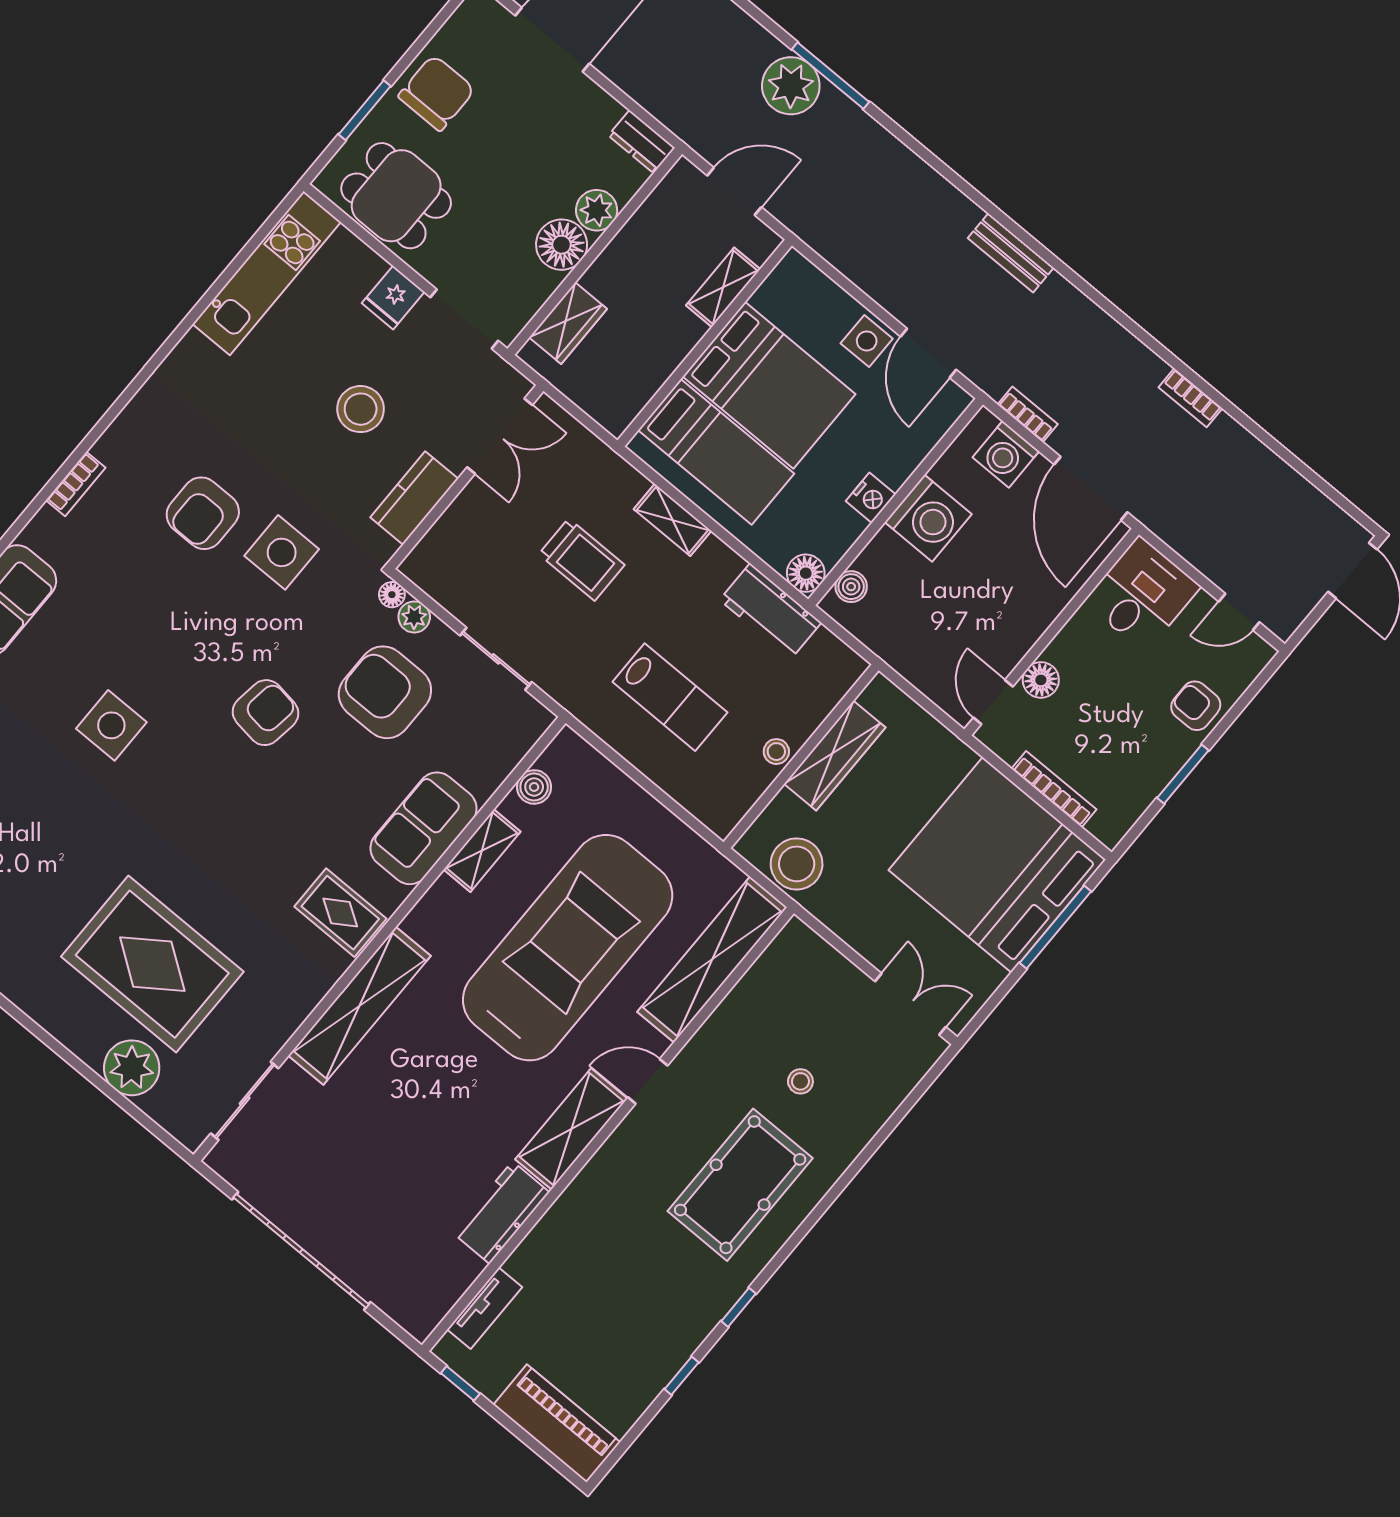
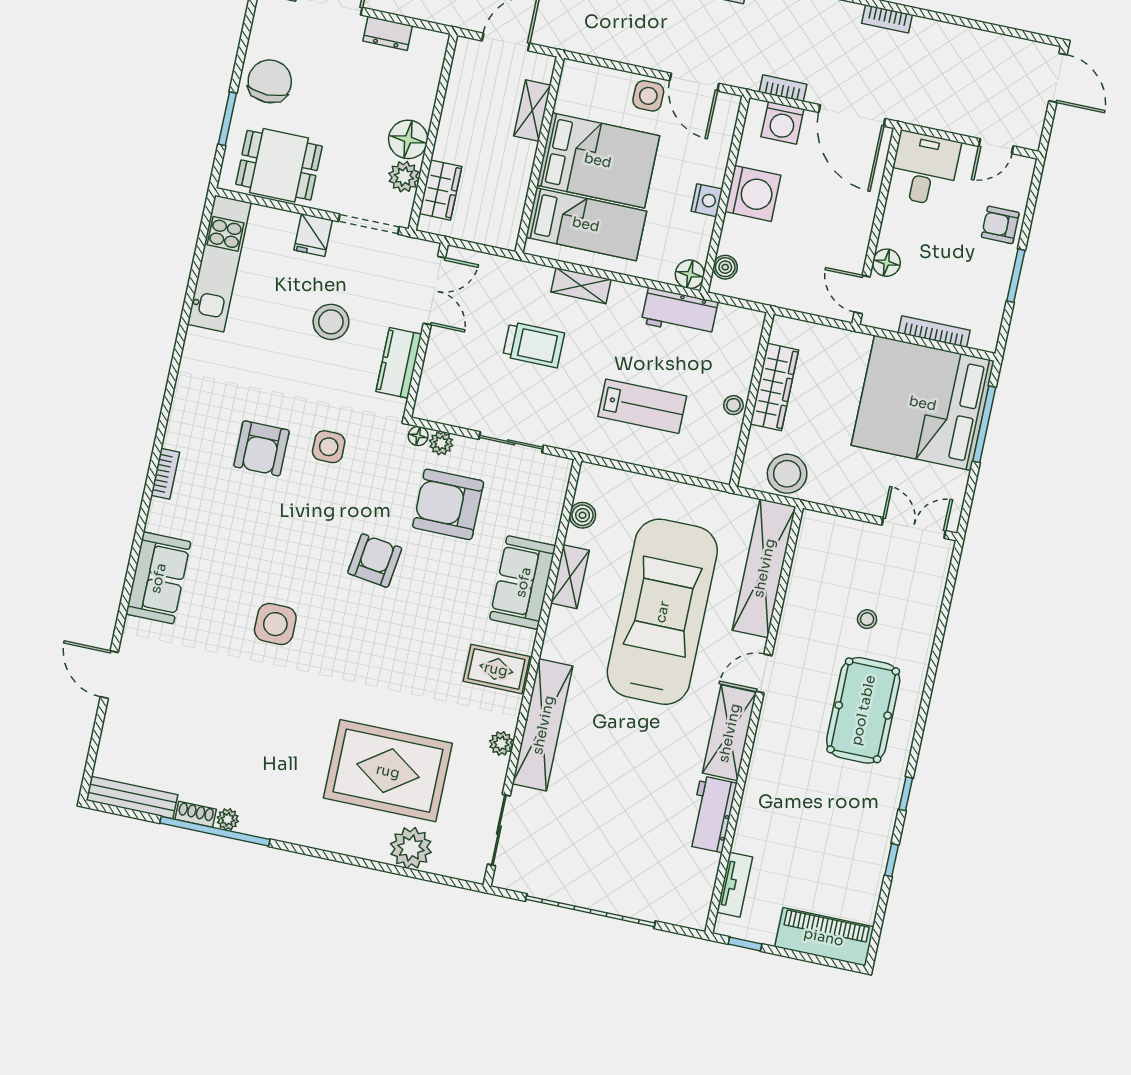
dresser: (642, 142) -> (388, 33), moved
plant: (597, 210) -> (404, 177), moved
side table: (282, 552) -> (329, 447), width x0.73, depth x0.73
plant: (300, 1002) -> (501, 743), added

